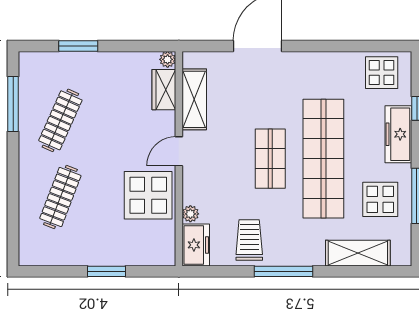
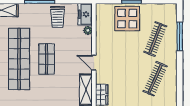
window: (13, 104) -> (180, 36), moved
door: (179, 151) -> (94, 63), swing flipped
display table: (148, 195) -> (127, 19), moved

